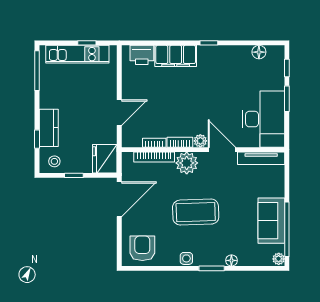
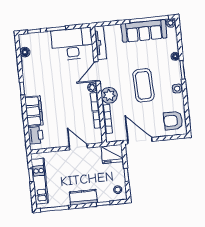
kitchen counter: (49, 128) -> (83, 197), moved
sofa: (271, 221) -> (144, 31), width x1.36

